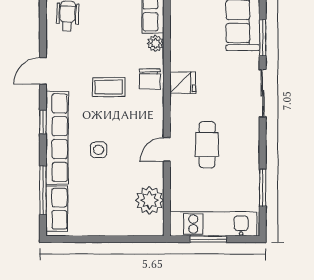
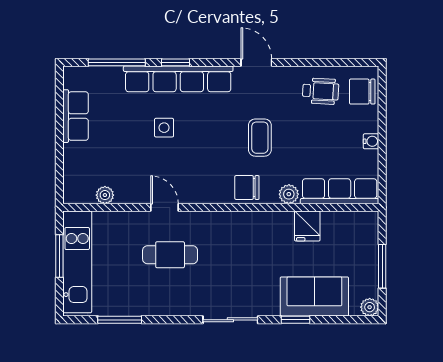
window: (263, 38) -> (295, 320), width x0.67
fridge: (183, 83) -> (307, 226), moved
coffee table: (109, 87) -> (260, 138), moved
window: (43, 122) -> (175, 62), moved
plant: (150, 200) -> (105, 195), width x0.53, depth x0.53
row of seats: (57, 209) -> (76, 116), moved, turned -90

